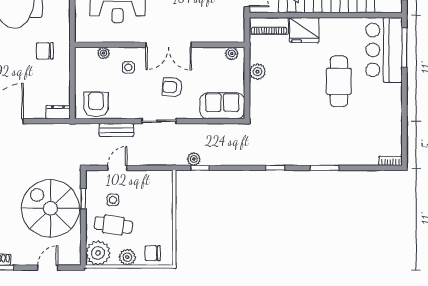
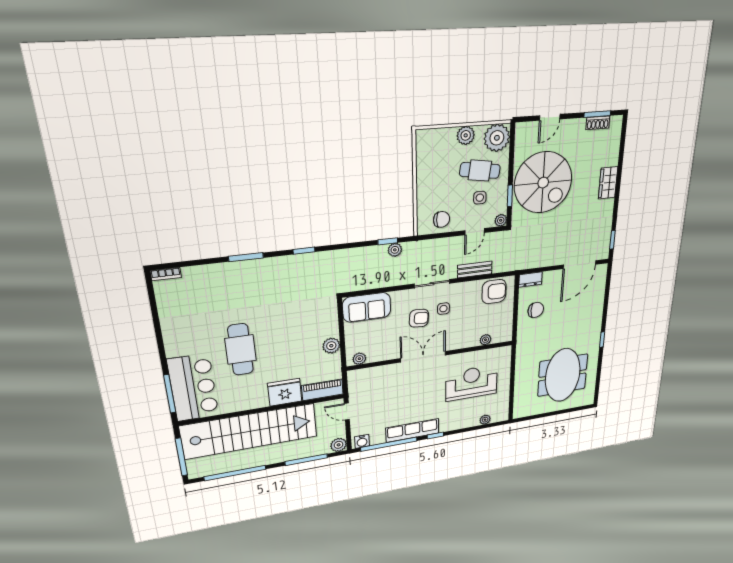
chair: (45, 51) -> (536, 310), moved
side table: (128, 67) -> (443, 309), moved
armchair: (96, 104) -> (494, 292), turned -90
plant: (92, 176) -> (501, 220), added
chair: (153, 253) -> (442, 219), moved

